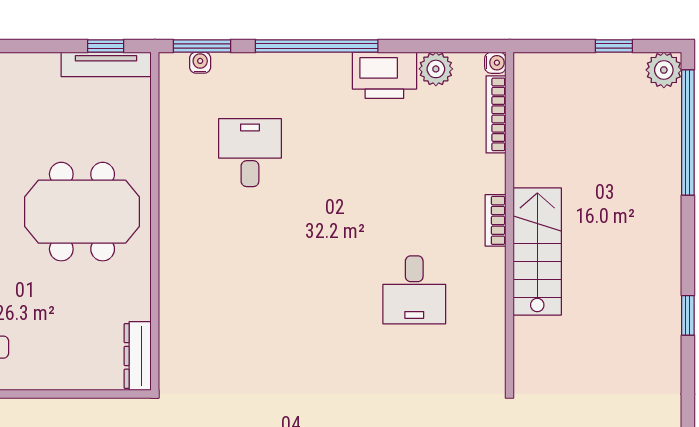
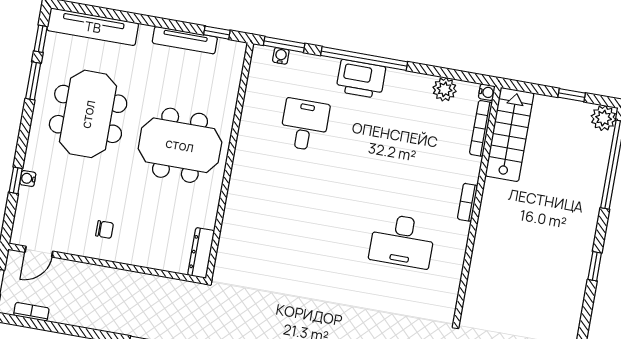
tv unit: (106, 64) -> (185, 40), moved
printer: (384, 75) -> (361, 79), moved
stairs: (537, 252) -> (510, 134), moved
desk: (414, 290) -> (402, 241), width x1.37
window: (688, 315) -> (595, 266), moved

